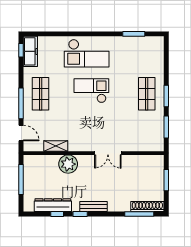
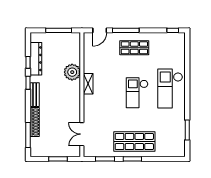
freezer: (30, 51) -> (172, 39), removed
checkout: (91, 91) -> (137, 93), turned 180
shop shelf: (147, 94) -> (134, 141), width x1.43, depth x1.36
shelving: (56, 146) -> (88, 84), moved
double door: (108, 153) -> (82, 134), moved
shoe rack: (147, 207) -> (35, 122), moved

